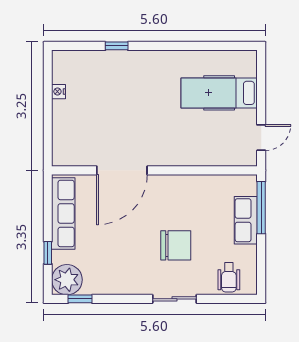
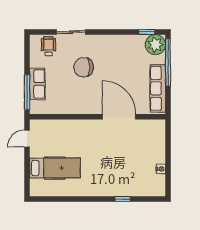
door: (122, 170) -> (119, 117), hinge flipped
window: (48, 253) -> (168, 62), width x3.17
sliding door: (175, 299) -> (71, 32), moved

